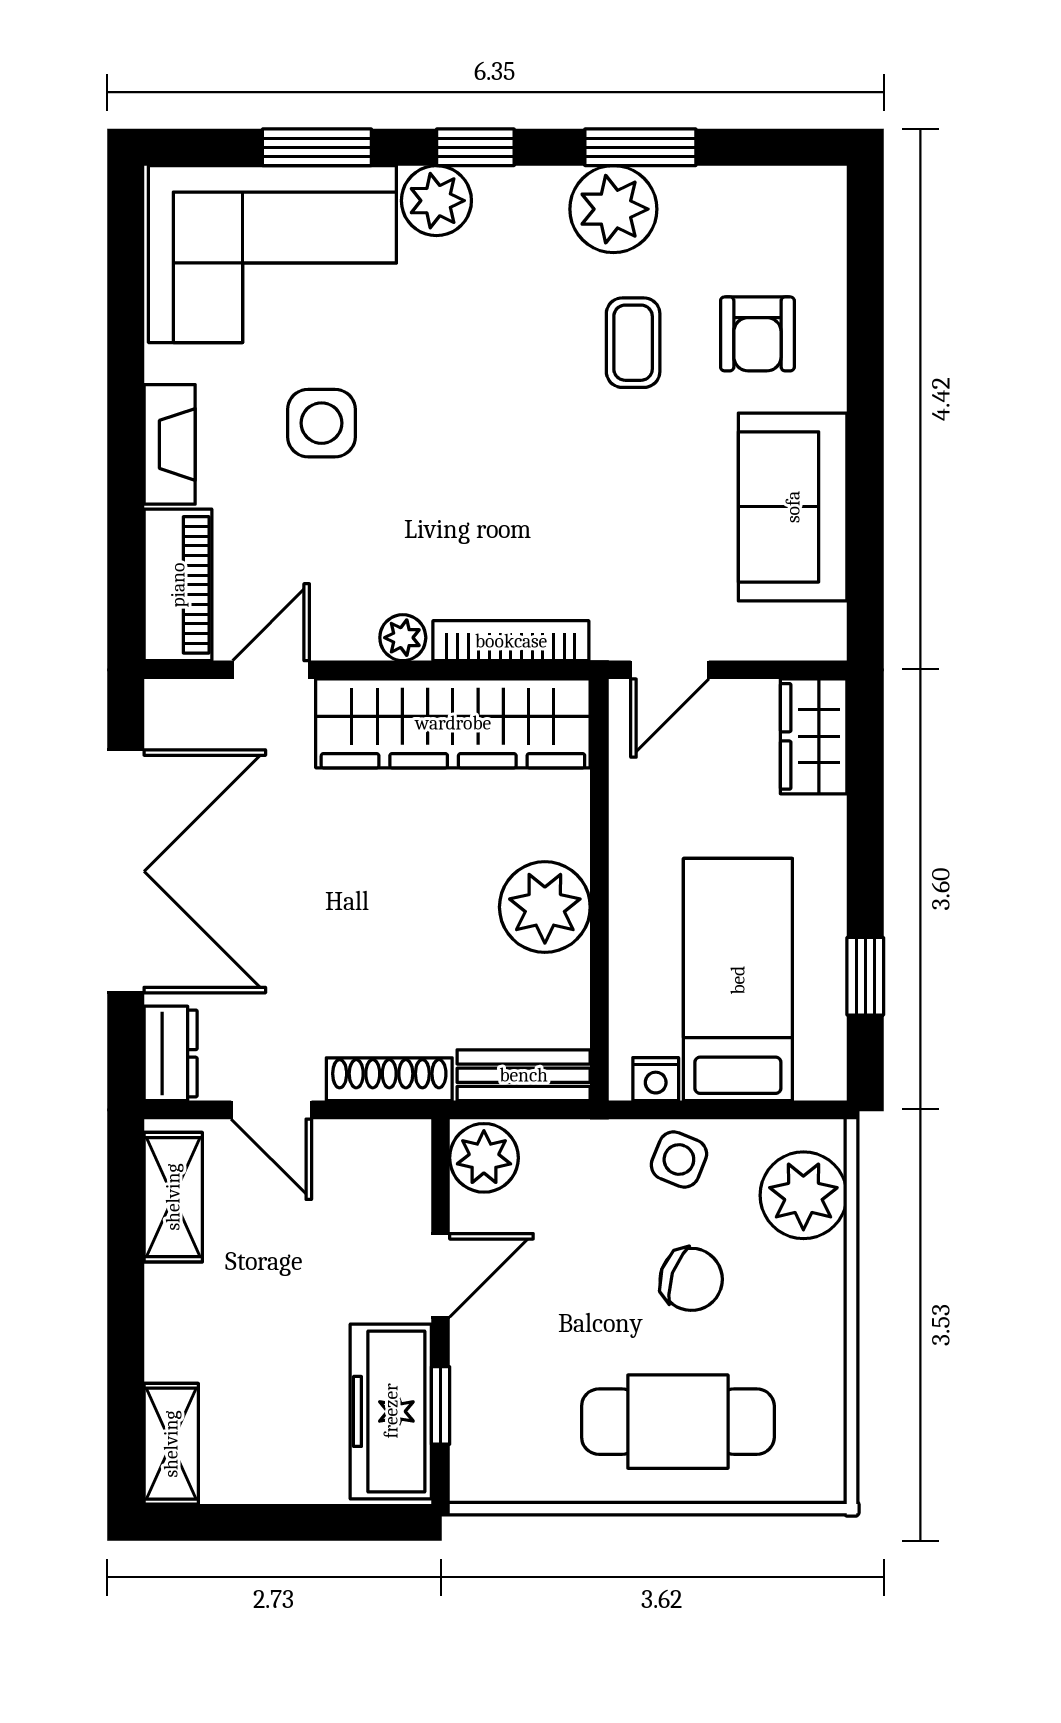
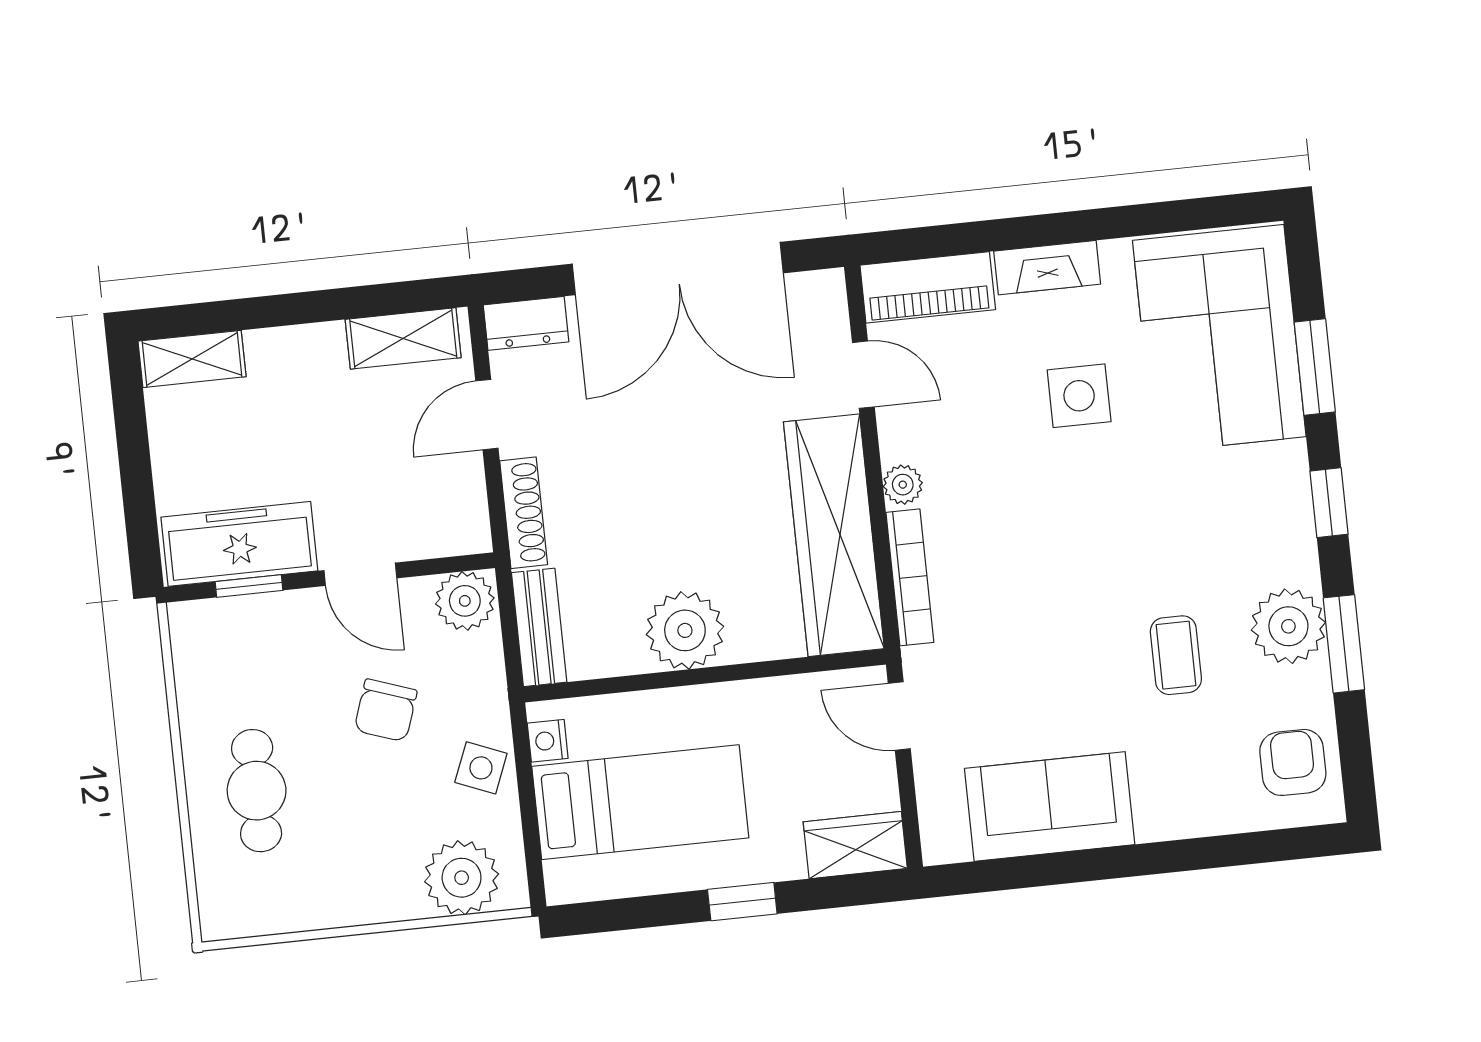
plant: (436, 201) -> (1280, 474), removed
armchair: (757, 334) -> (1293, 762), moved, turned 90
coffee table: (633, 343) -> (1176, 655), turned 90
window: (865, 976) -> (742, 902), moved
chair: (691, 1279) -> (386, 710), moved
cafe table: (678, 1422) -> (257, 791), width x0.73, depth x0.74

